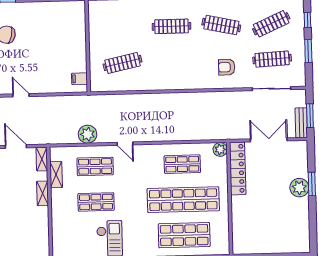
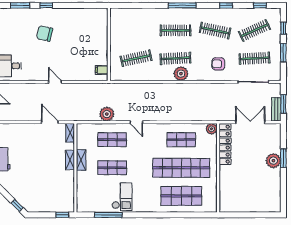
clothes rail: (172, 62) -> (176, 58), added
plant: (180, 81) -> (181, 74), added
shelving: (56, 175) -> (81, 160), moved

